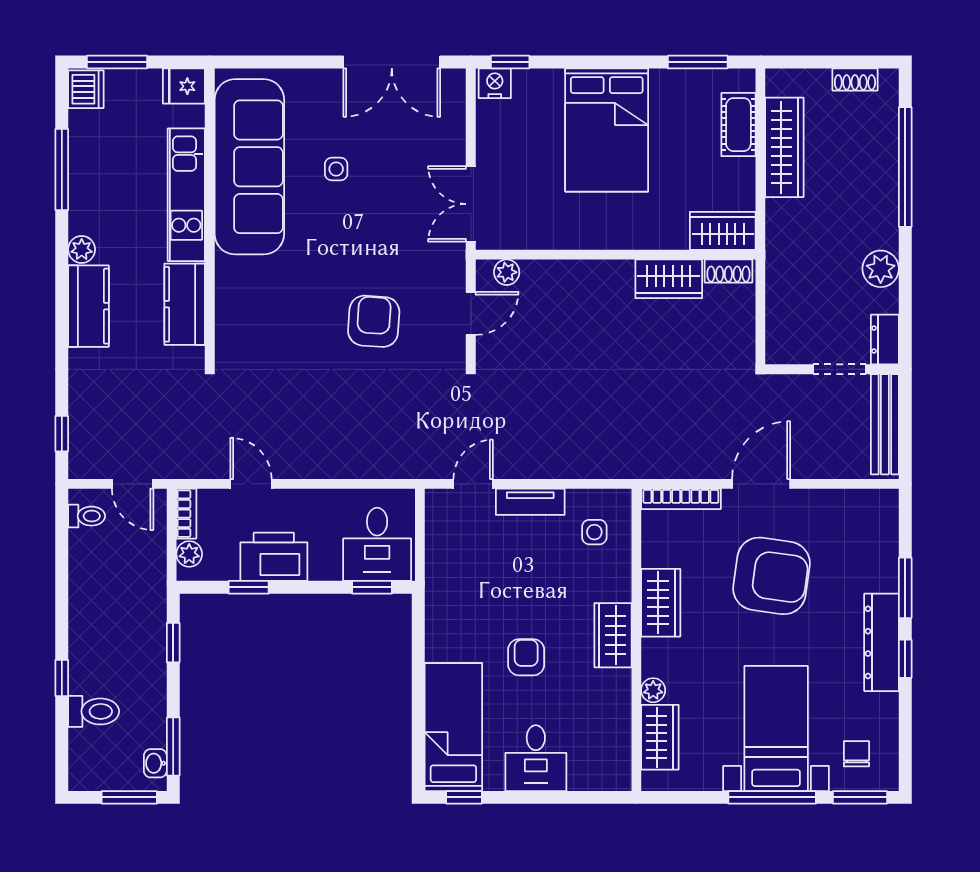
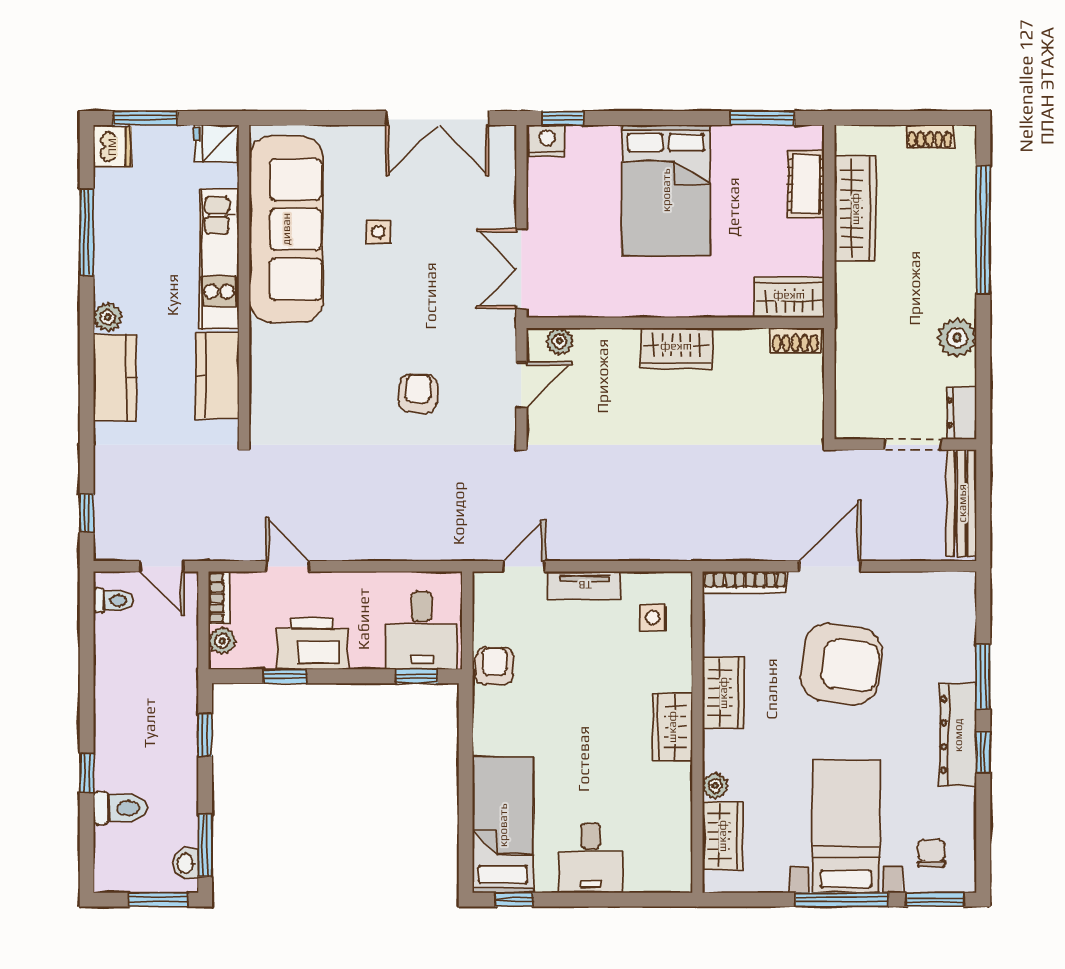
wardrobe: (669, 279) -> (676, 348), moved
armchair: (374, 321) -> (418, 393), width x0.72, depth x0.72
armchair: (526, 657) -> (494, 666), moved

